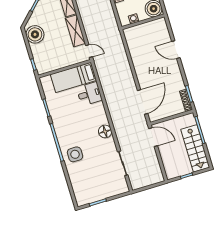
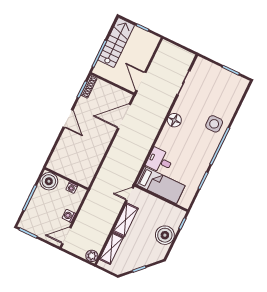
boiler: (35, 34) -> (165, 235), moved
door: (176, 50) -> (68, 119), moved
door: (89, 51) -> (130, 194), hinge flipped

